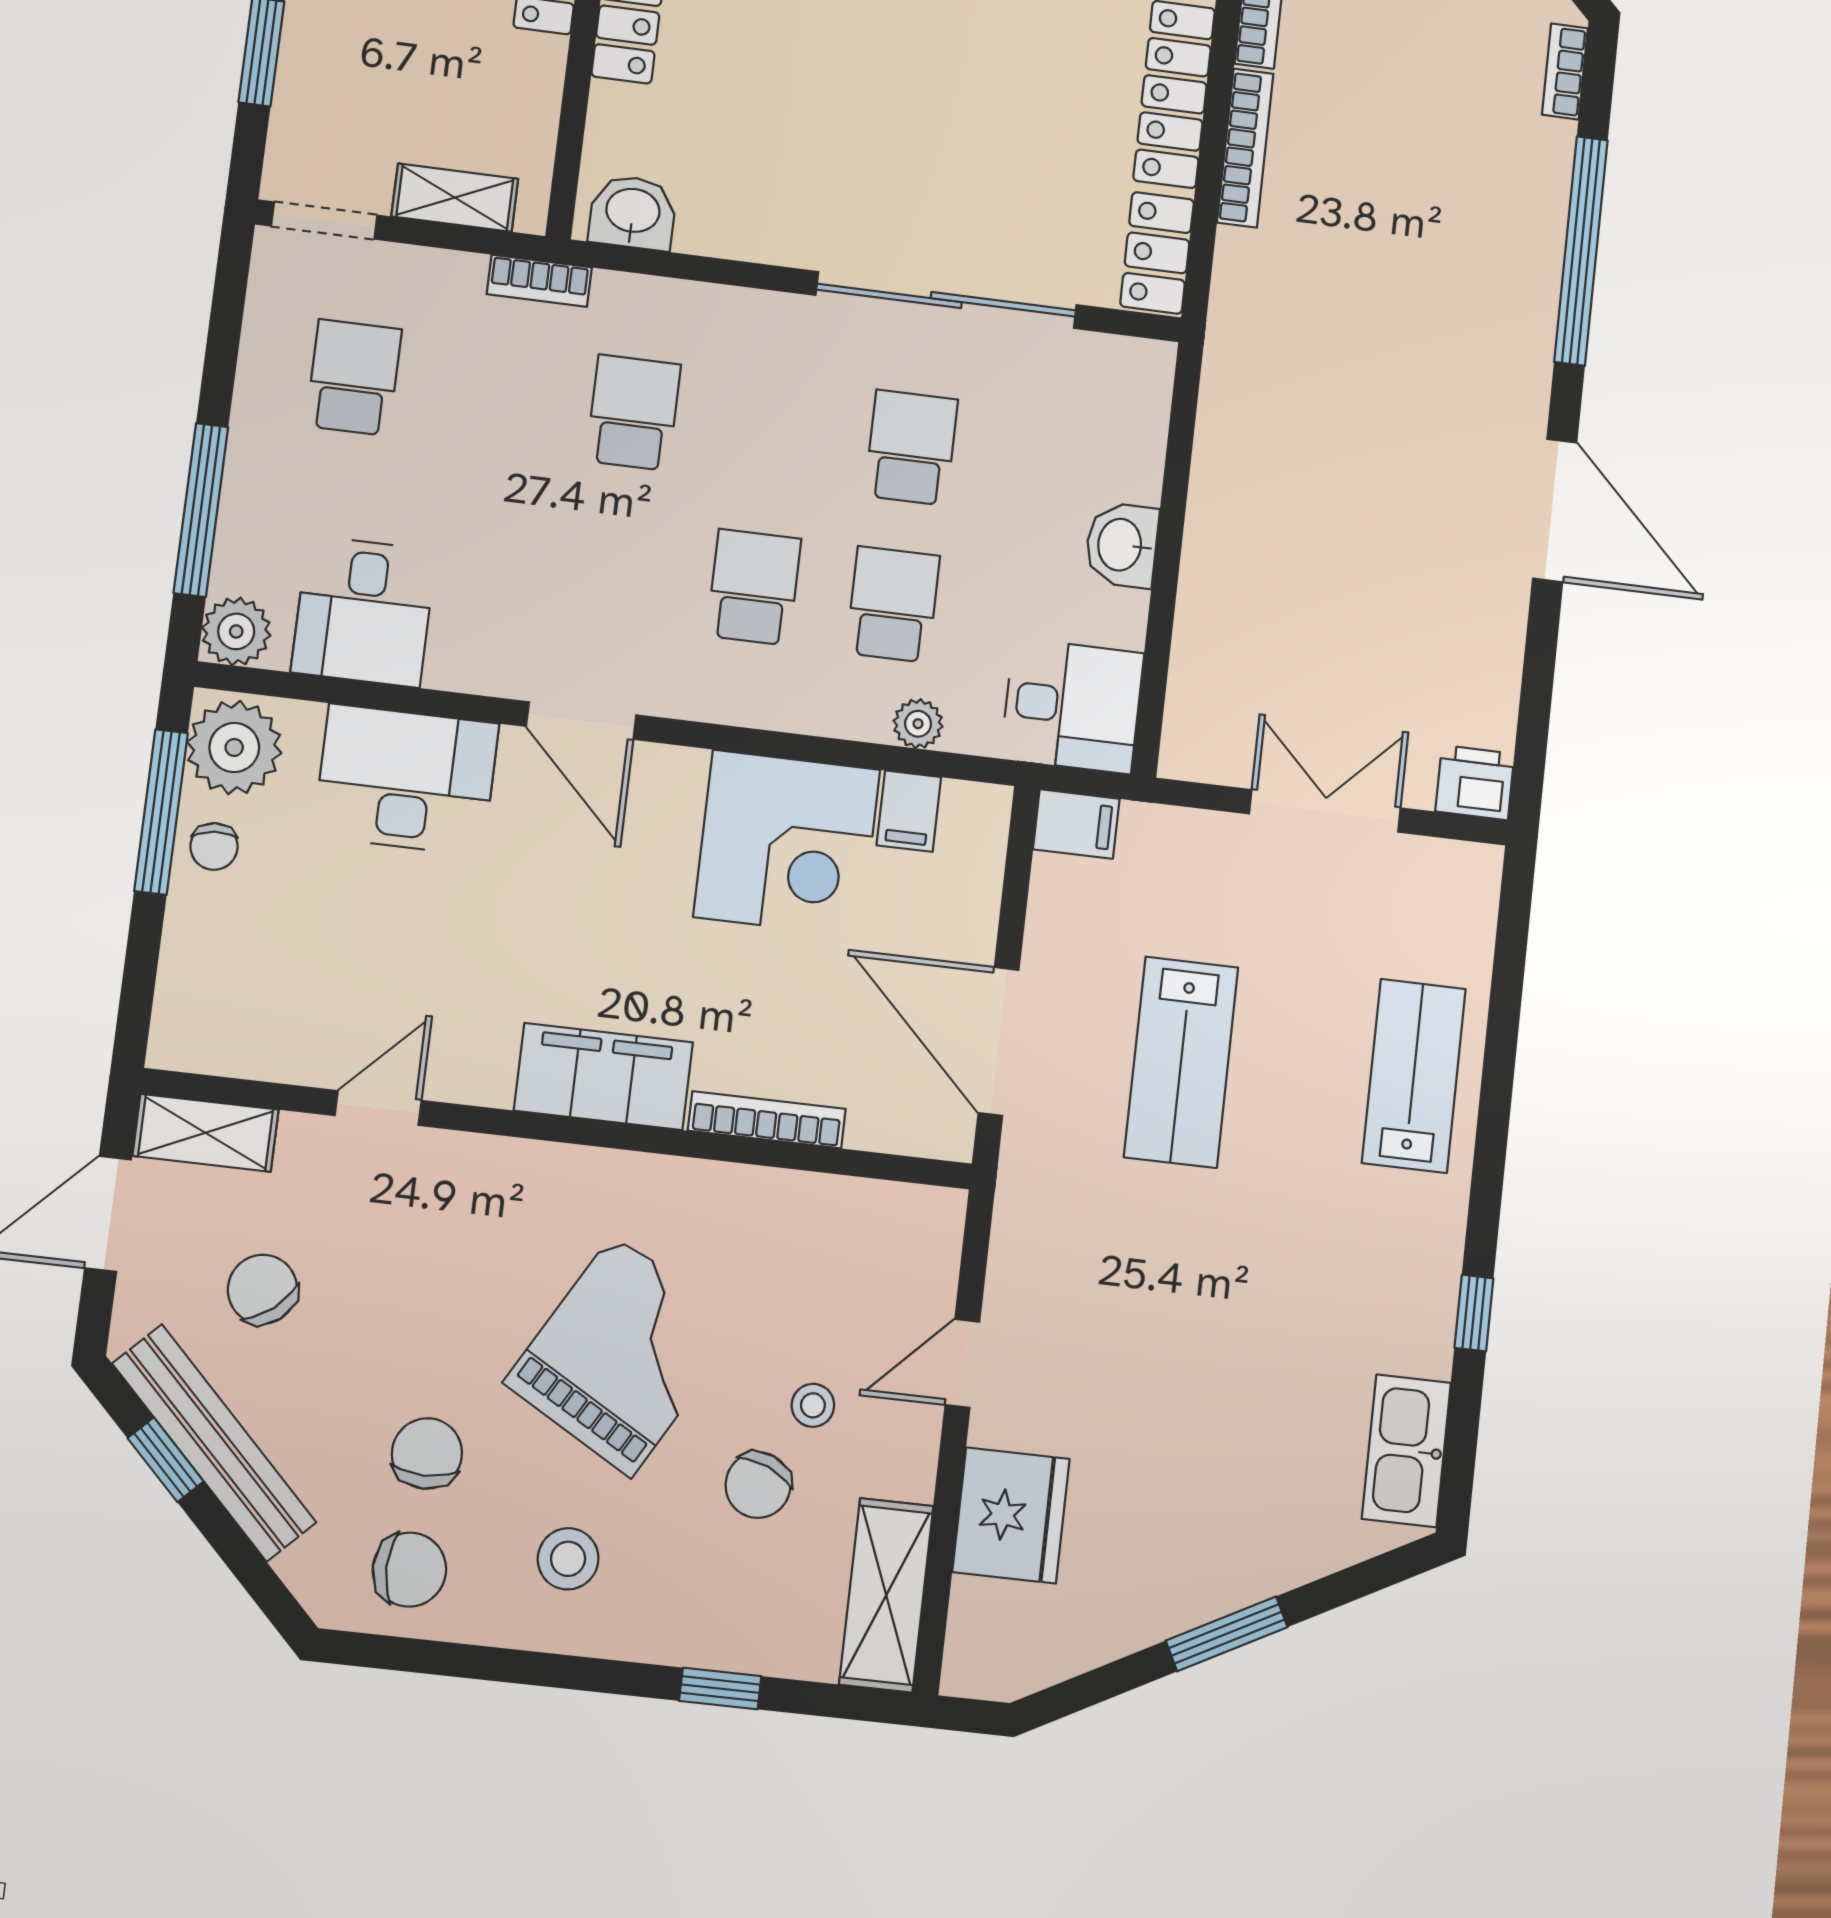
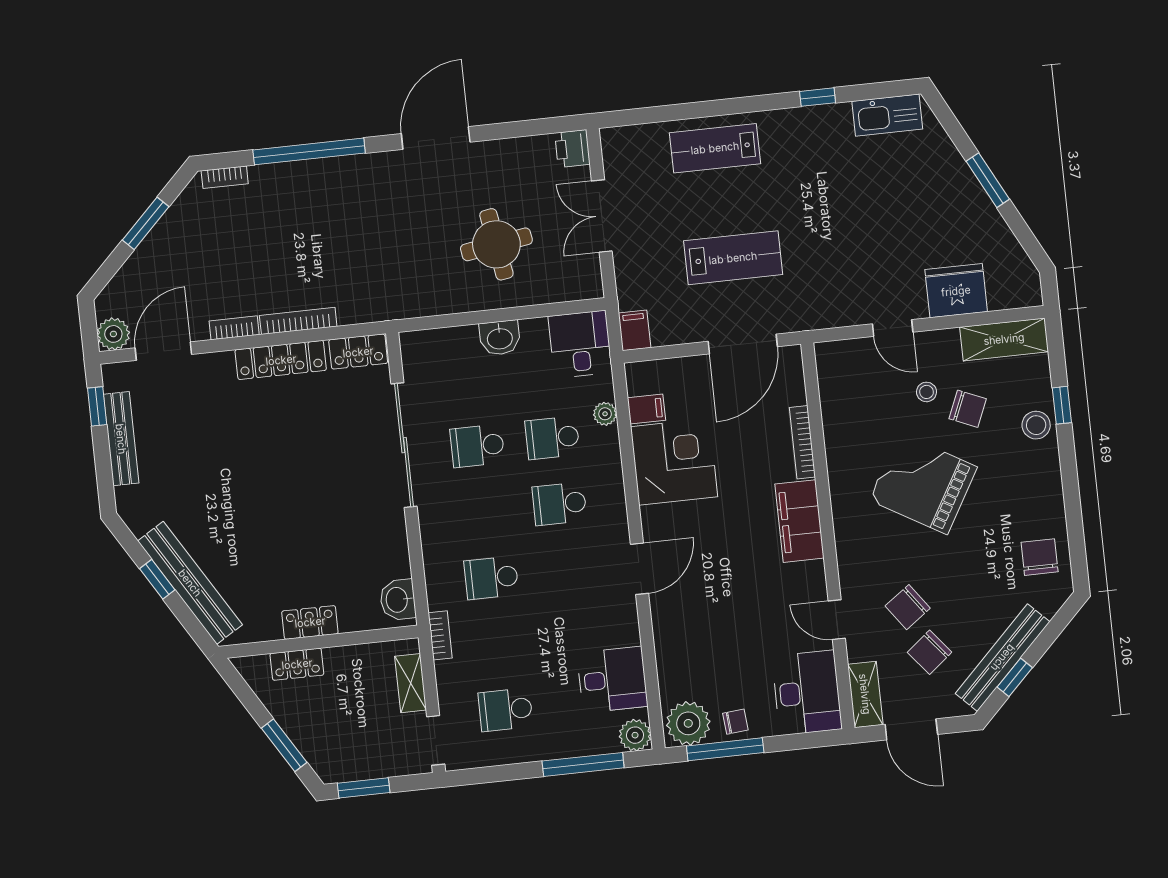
round table: (1313, 583) -> (496, 244), added
desk: (406, 780) -> (807, 693), moved, turned 180
chair: (427, 1453) -> (908, 607), moved, turned -36
stool: (568, 1559) -> (1036, 425), moved

